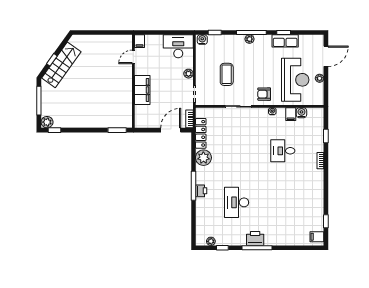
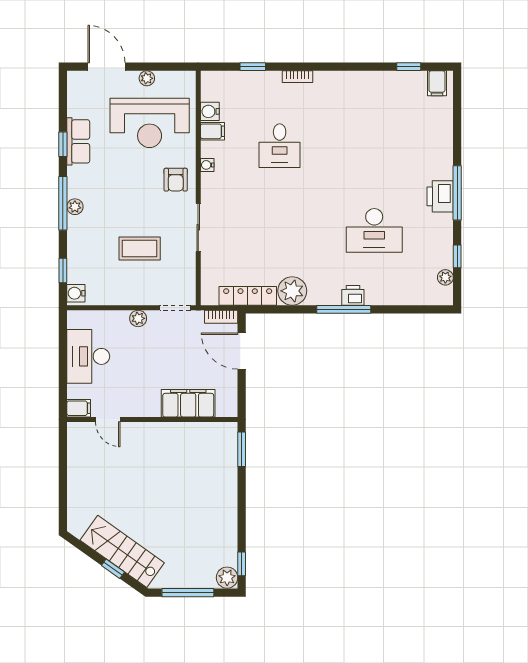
desk: (178, 46) -> (88, 356), moved
reception desk: (295, 80) -> (150, 123), turned 180
filing cabinet: (142, 90) -> (188, 403), moved

